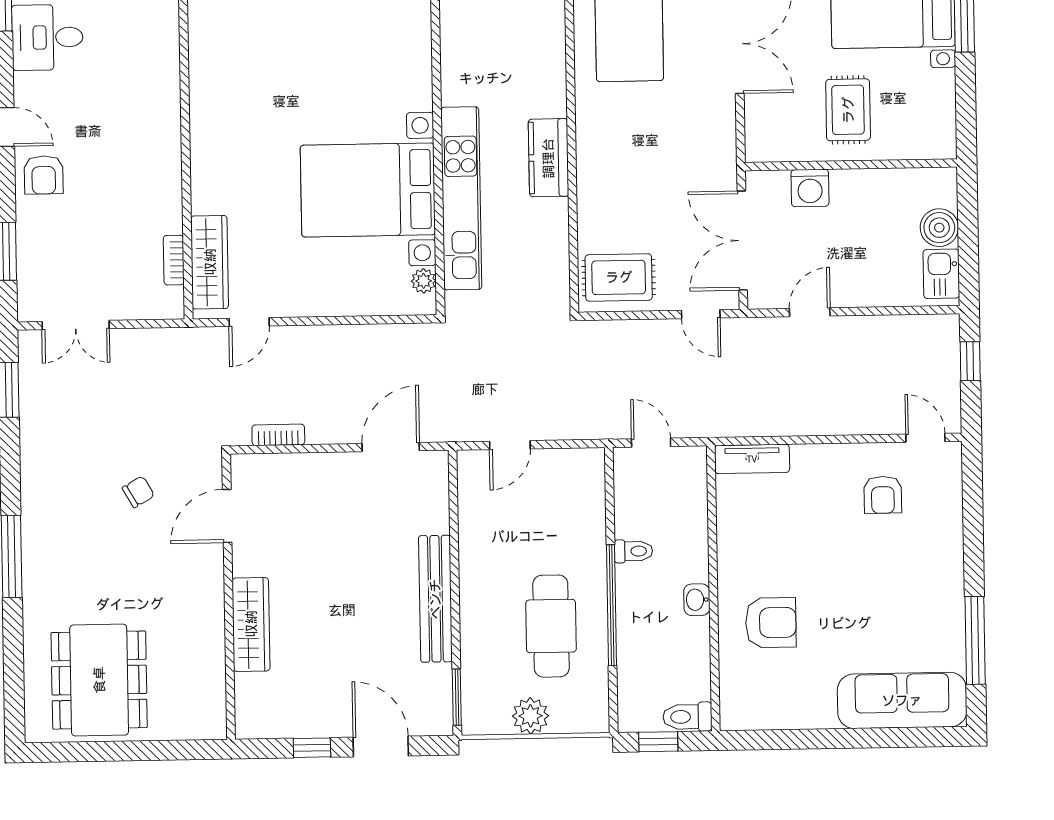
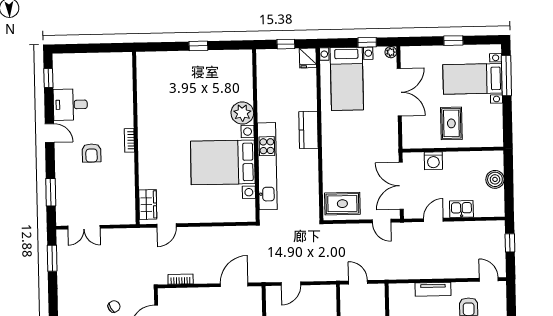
desk: (47, 37) -> (70, 105), moved
kitchen counter: (548, 158) -> (308, 130), moved
armchair: (44, 175) -> (91, 153), moved
bookcase: (174, 260) -> (129, 140), moved
wardrobe: (210, 262) -> (148, 204), width x0.67
kitchen sink: (941, 274) -> (461, 209), moved, turned 90
plant: (424, 281) -> (242, 113), moved, width x1.88, depth x1.88
tv unit: (752, 459) -> (433, 289), moved

